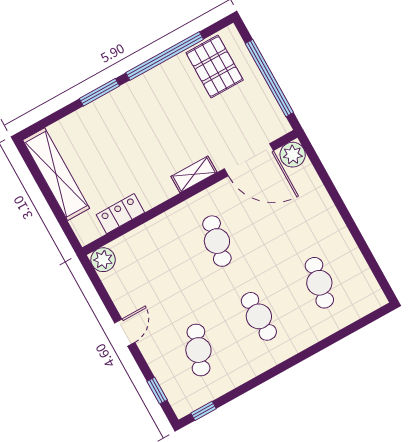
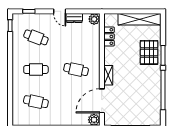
pallet: (215, 66) -> (149, 52), moved, turned 90
dresser: (122, 298) -> (74, 18), added

